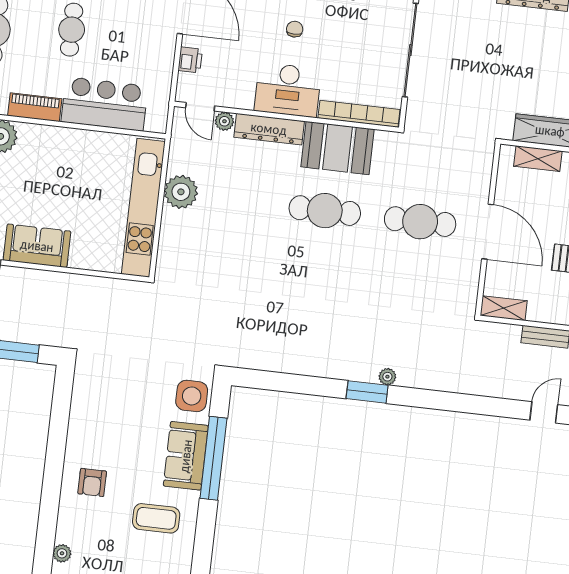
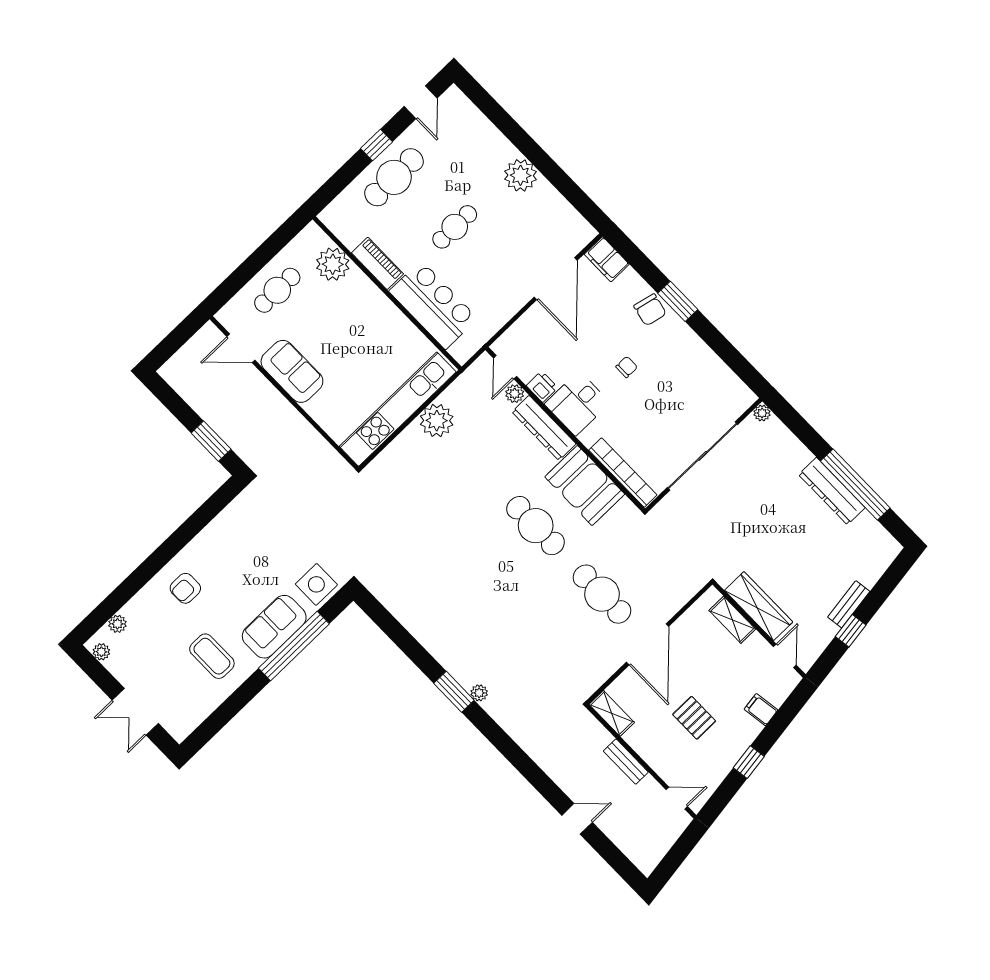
printer: (190, 60) -> (542, 387), moved, turned -90
desk: (288, 90) -> (577, 403), width x0.73

